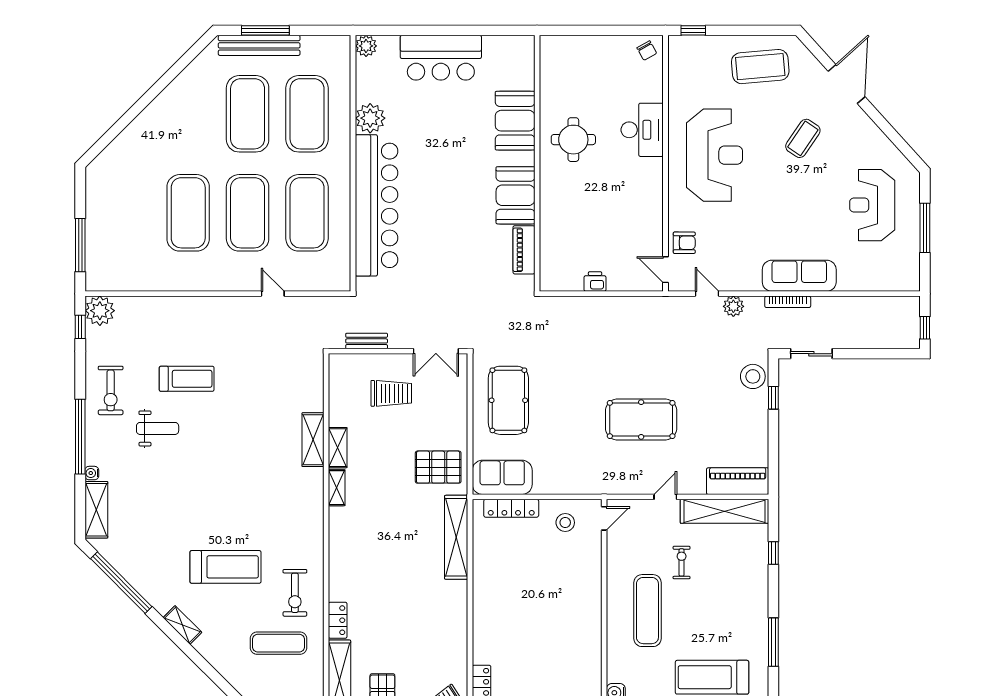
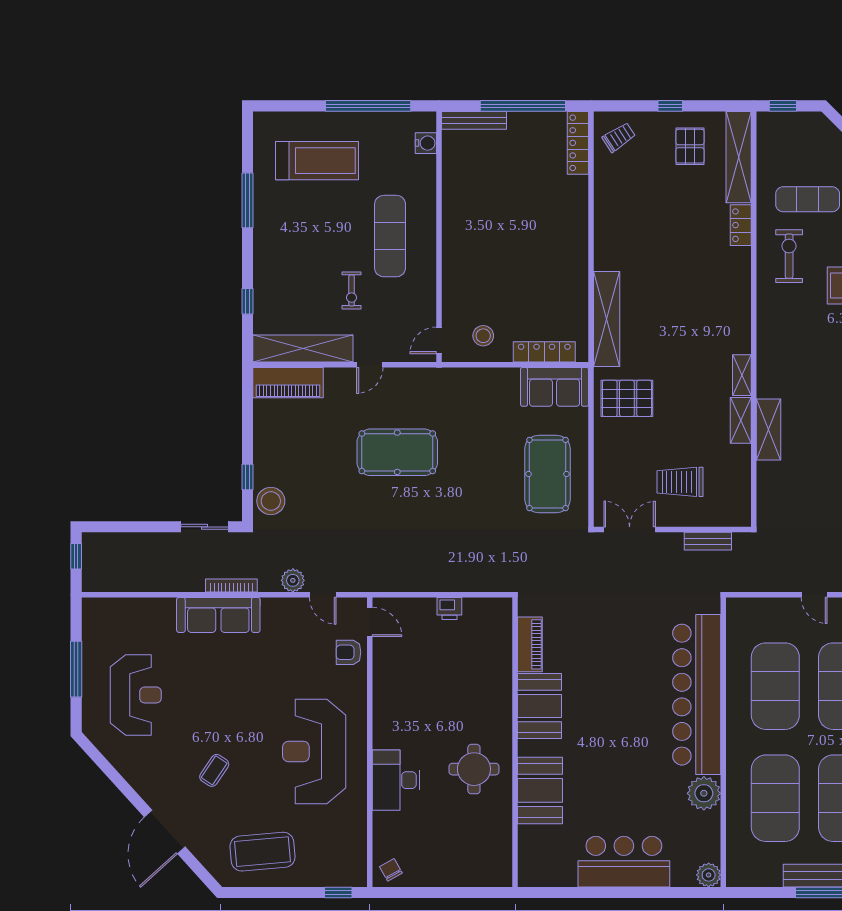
coffee table: (803, 138) -> (214, 770), width x0.73, depth x0.77

